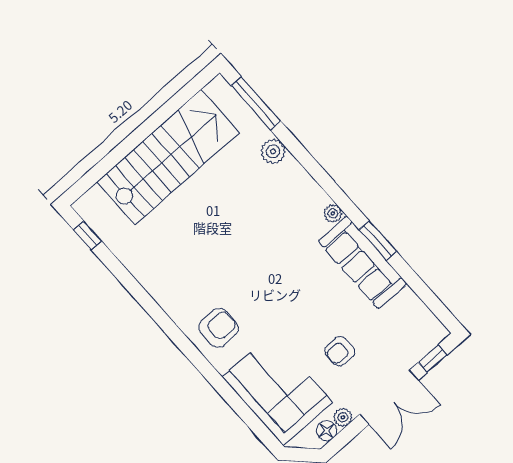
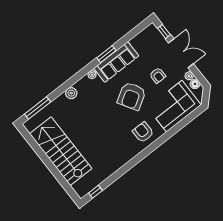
plant: (273, 151) -> (71, 93), moved
armchair: (293, 299) -> (132, 96), added

